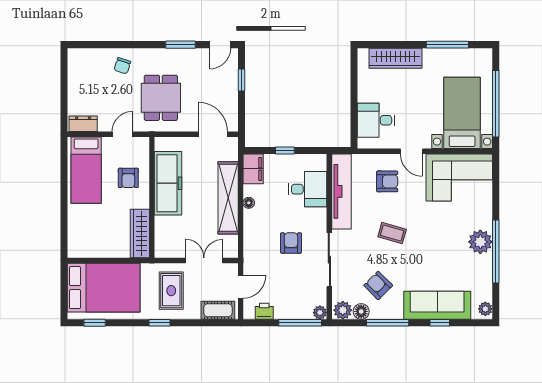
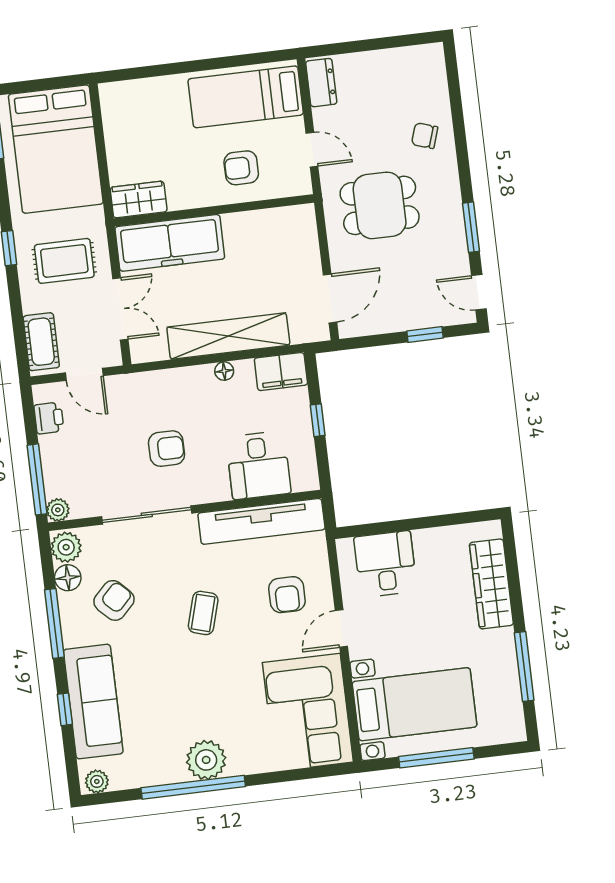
window: (496, 104) -> (436, 758), width x0.68
freezer: (168, 183) -> (170, 243), moved
wardrobe: (140, 234) -> (139, 200), width x0.67

